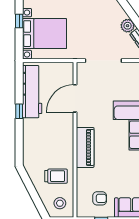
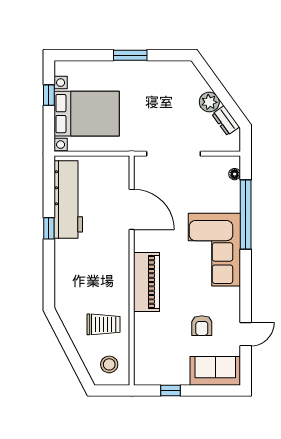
door: (75, 98) -> (132, 209), swing flipped
armchair: (100, 198) -> (202, 326), moved, turned 90

